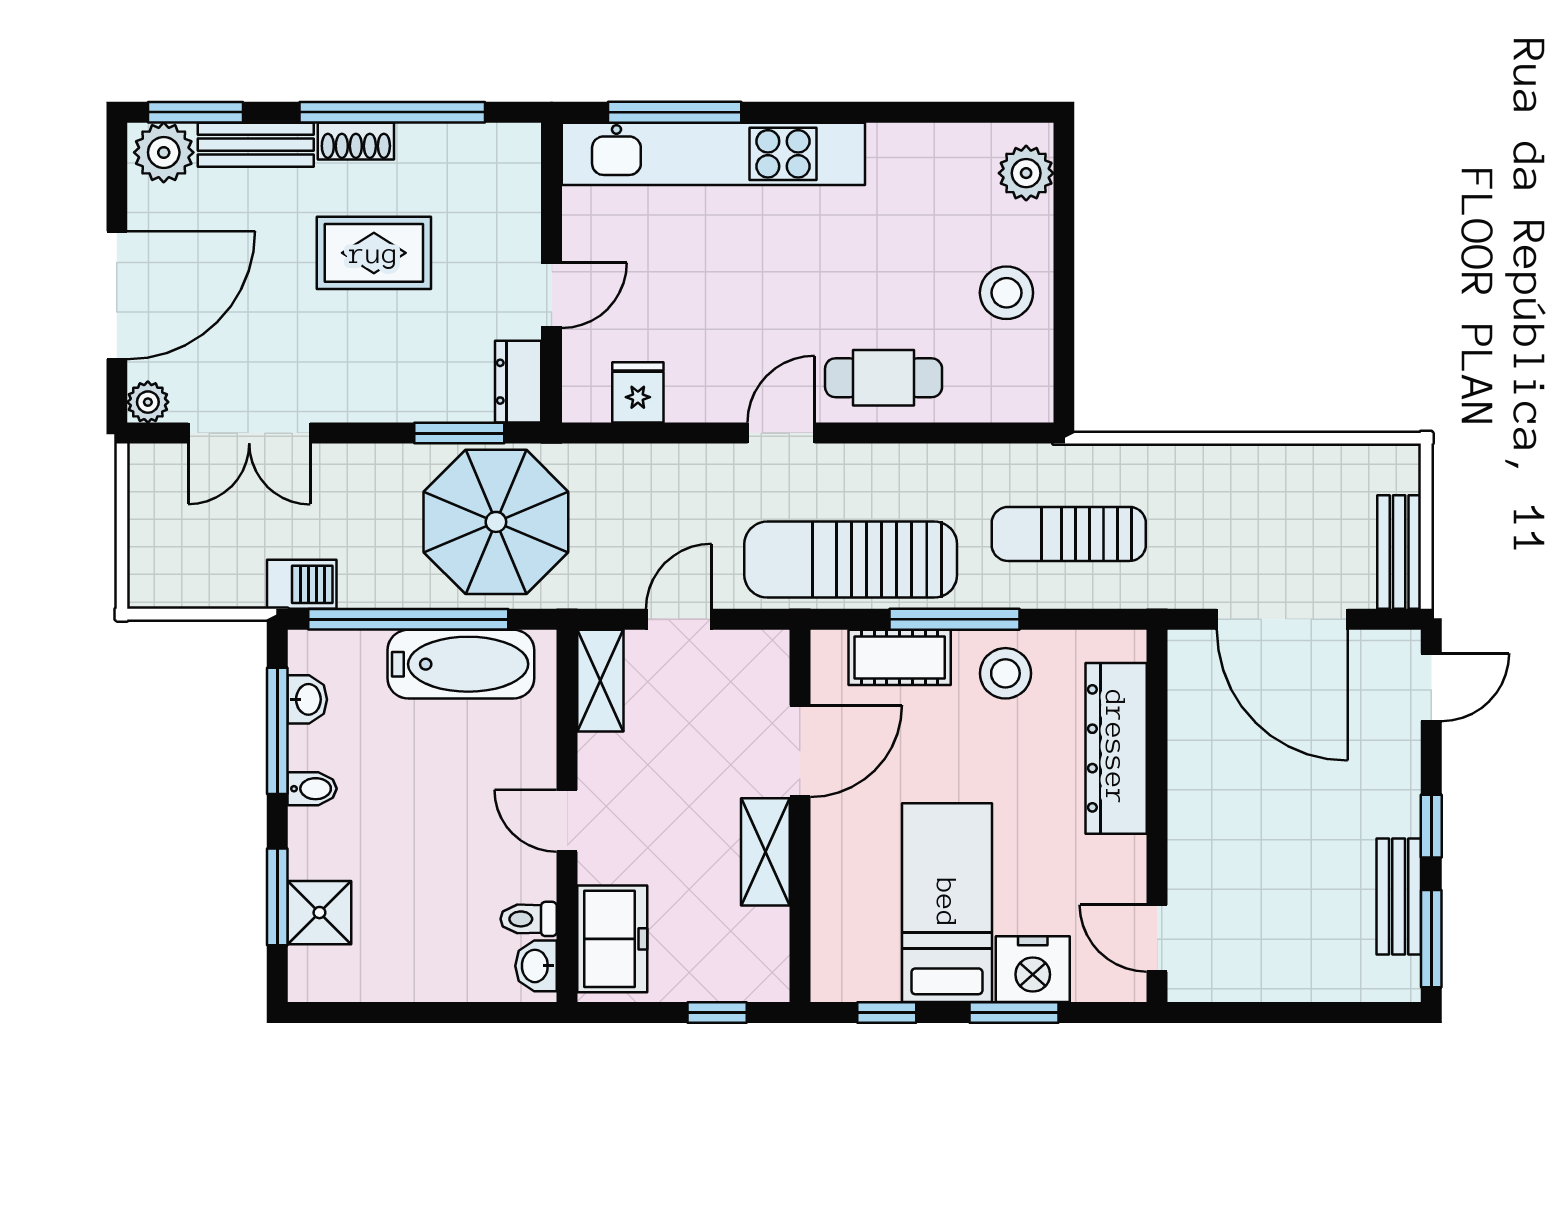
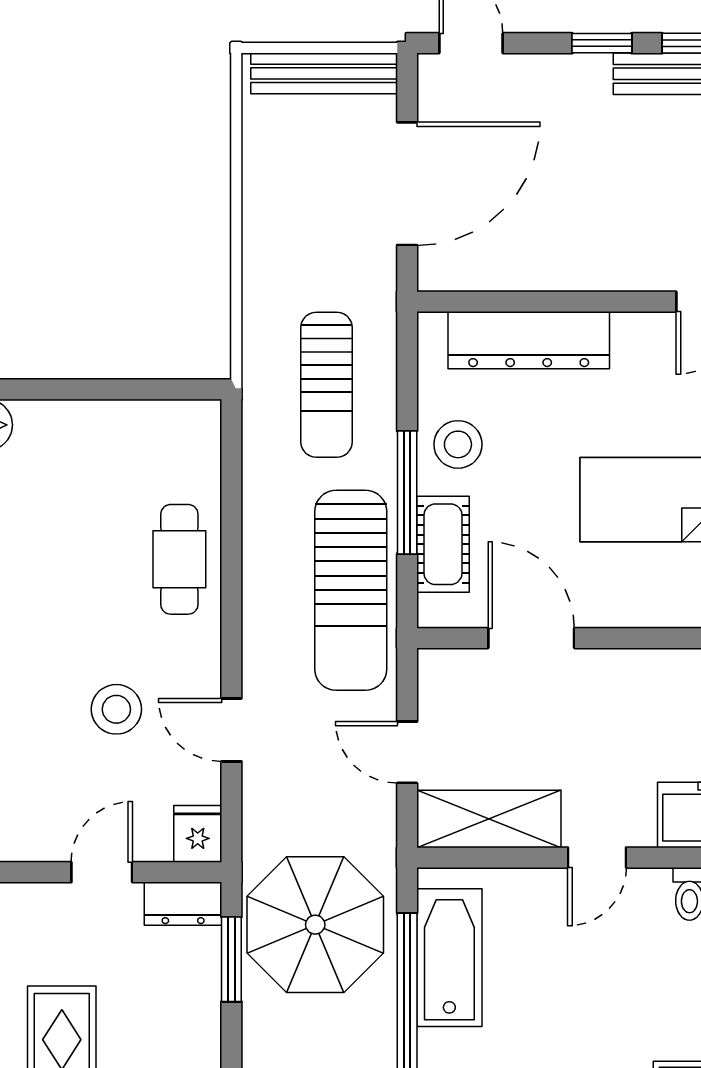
stool: (1006, 293) -> (116, 709), moved
door: (552, 295) -> (102, 872), hinge flipped
fridge: (638, 392) -> (198, 834), moved, turned 90
door: (781, 433) -> (231, 730), moved
bench: (1399, 552) -> (324, 73), width x1.36
shelving: (600, 681) -> (489, 819), width x1.50, depth x1.33
shelving: (765, 852) -> (626, 671), removed

